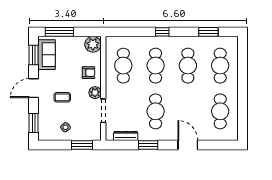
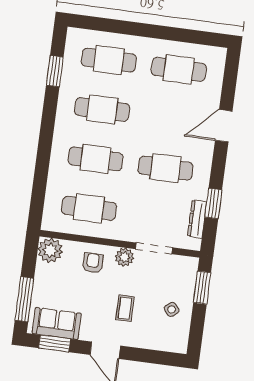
window: (162, 32) -> (45, 142), removed
window: (34, 123) -> (158, 357), removed
window: (148, 145) -> (213, 203), moved

